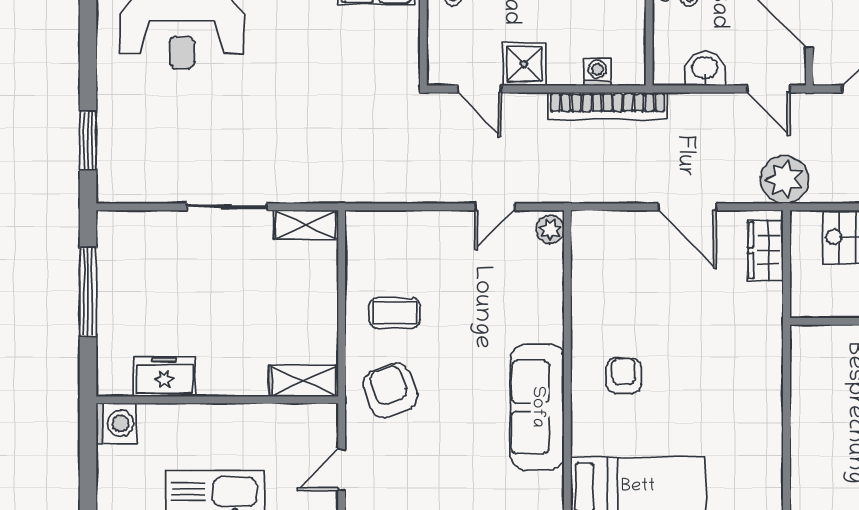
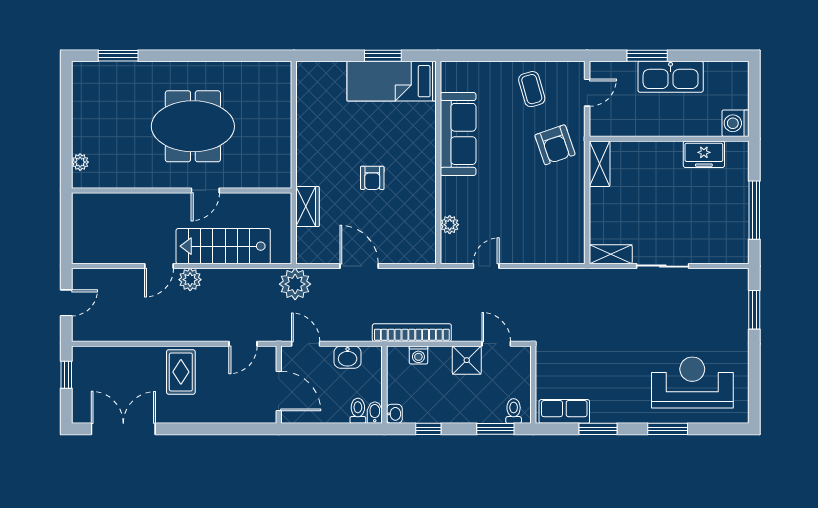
plant: (550, 229) -> (450, 225), moved
wardrobe: (766, 250) -> (308, 207), moved
coffee table: (395, 313) -> (532, 89), moved, turned 74
armchair: (624, 376) -> (372, 178), moved
shelving: (304, 381) -> (600, 164), moved, turned 90

